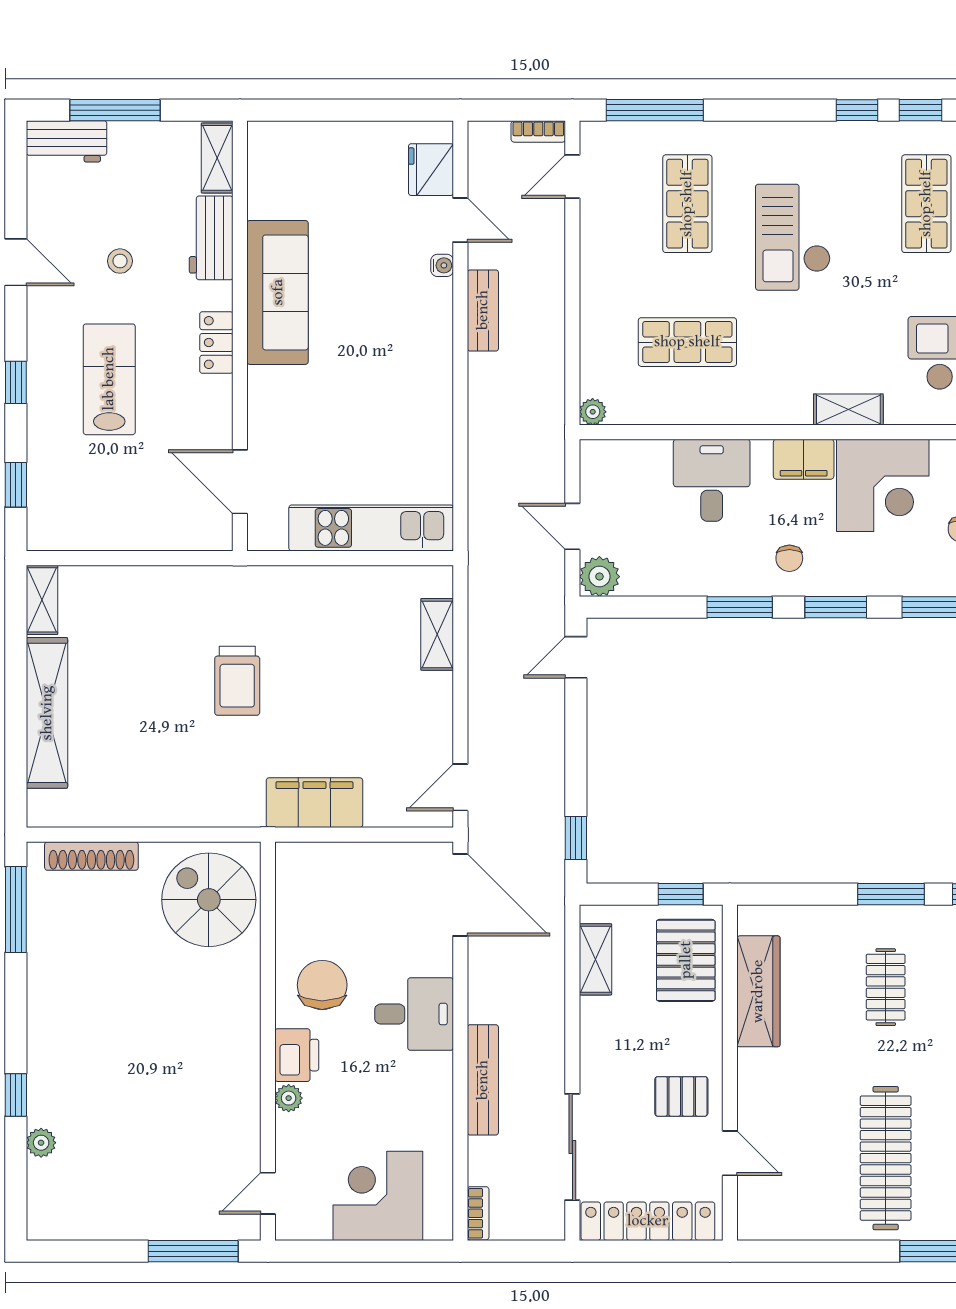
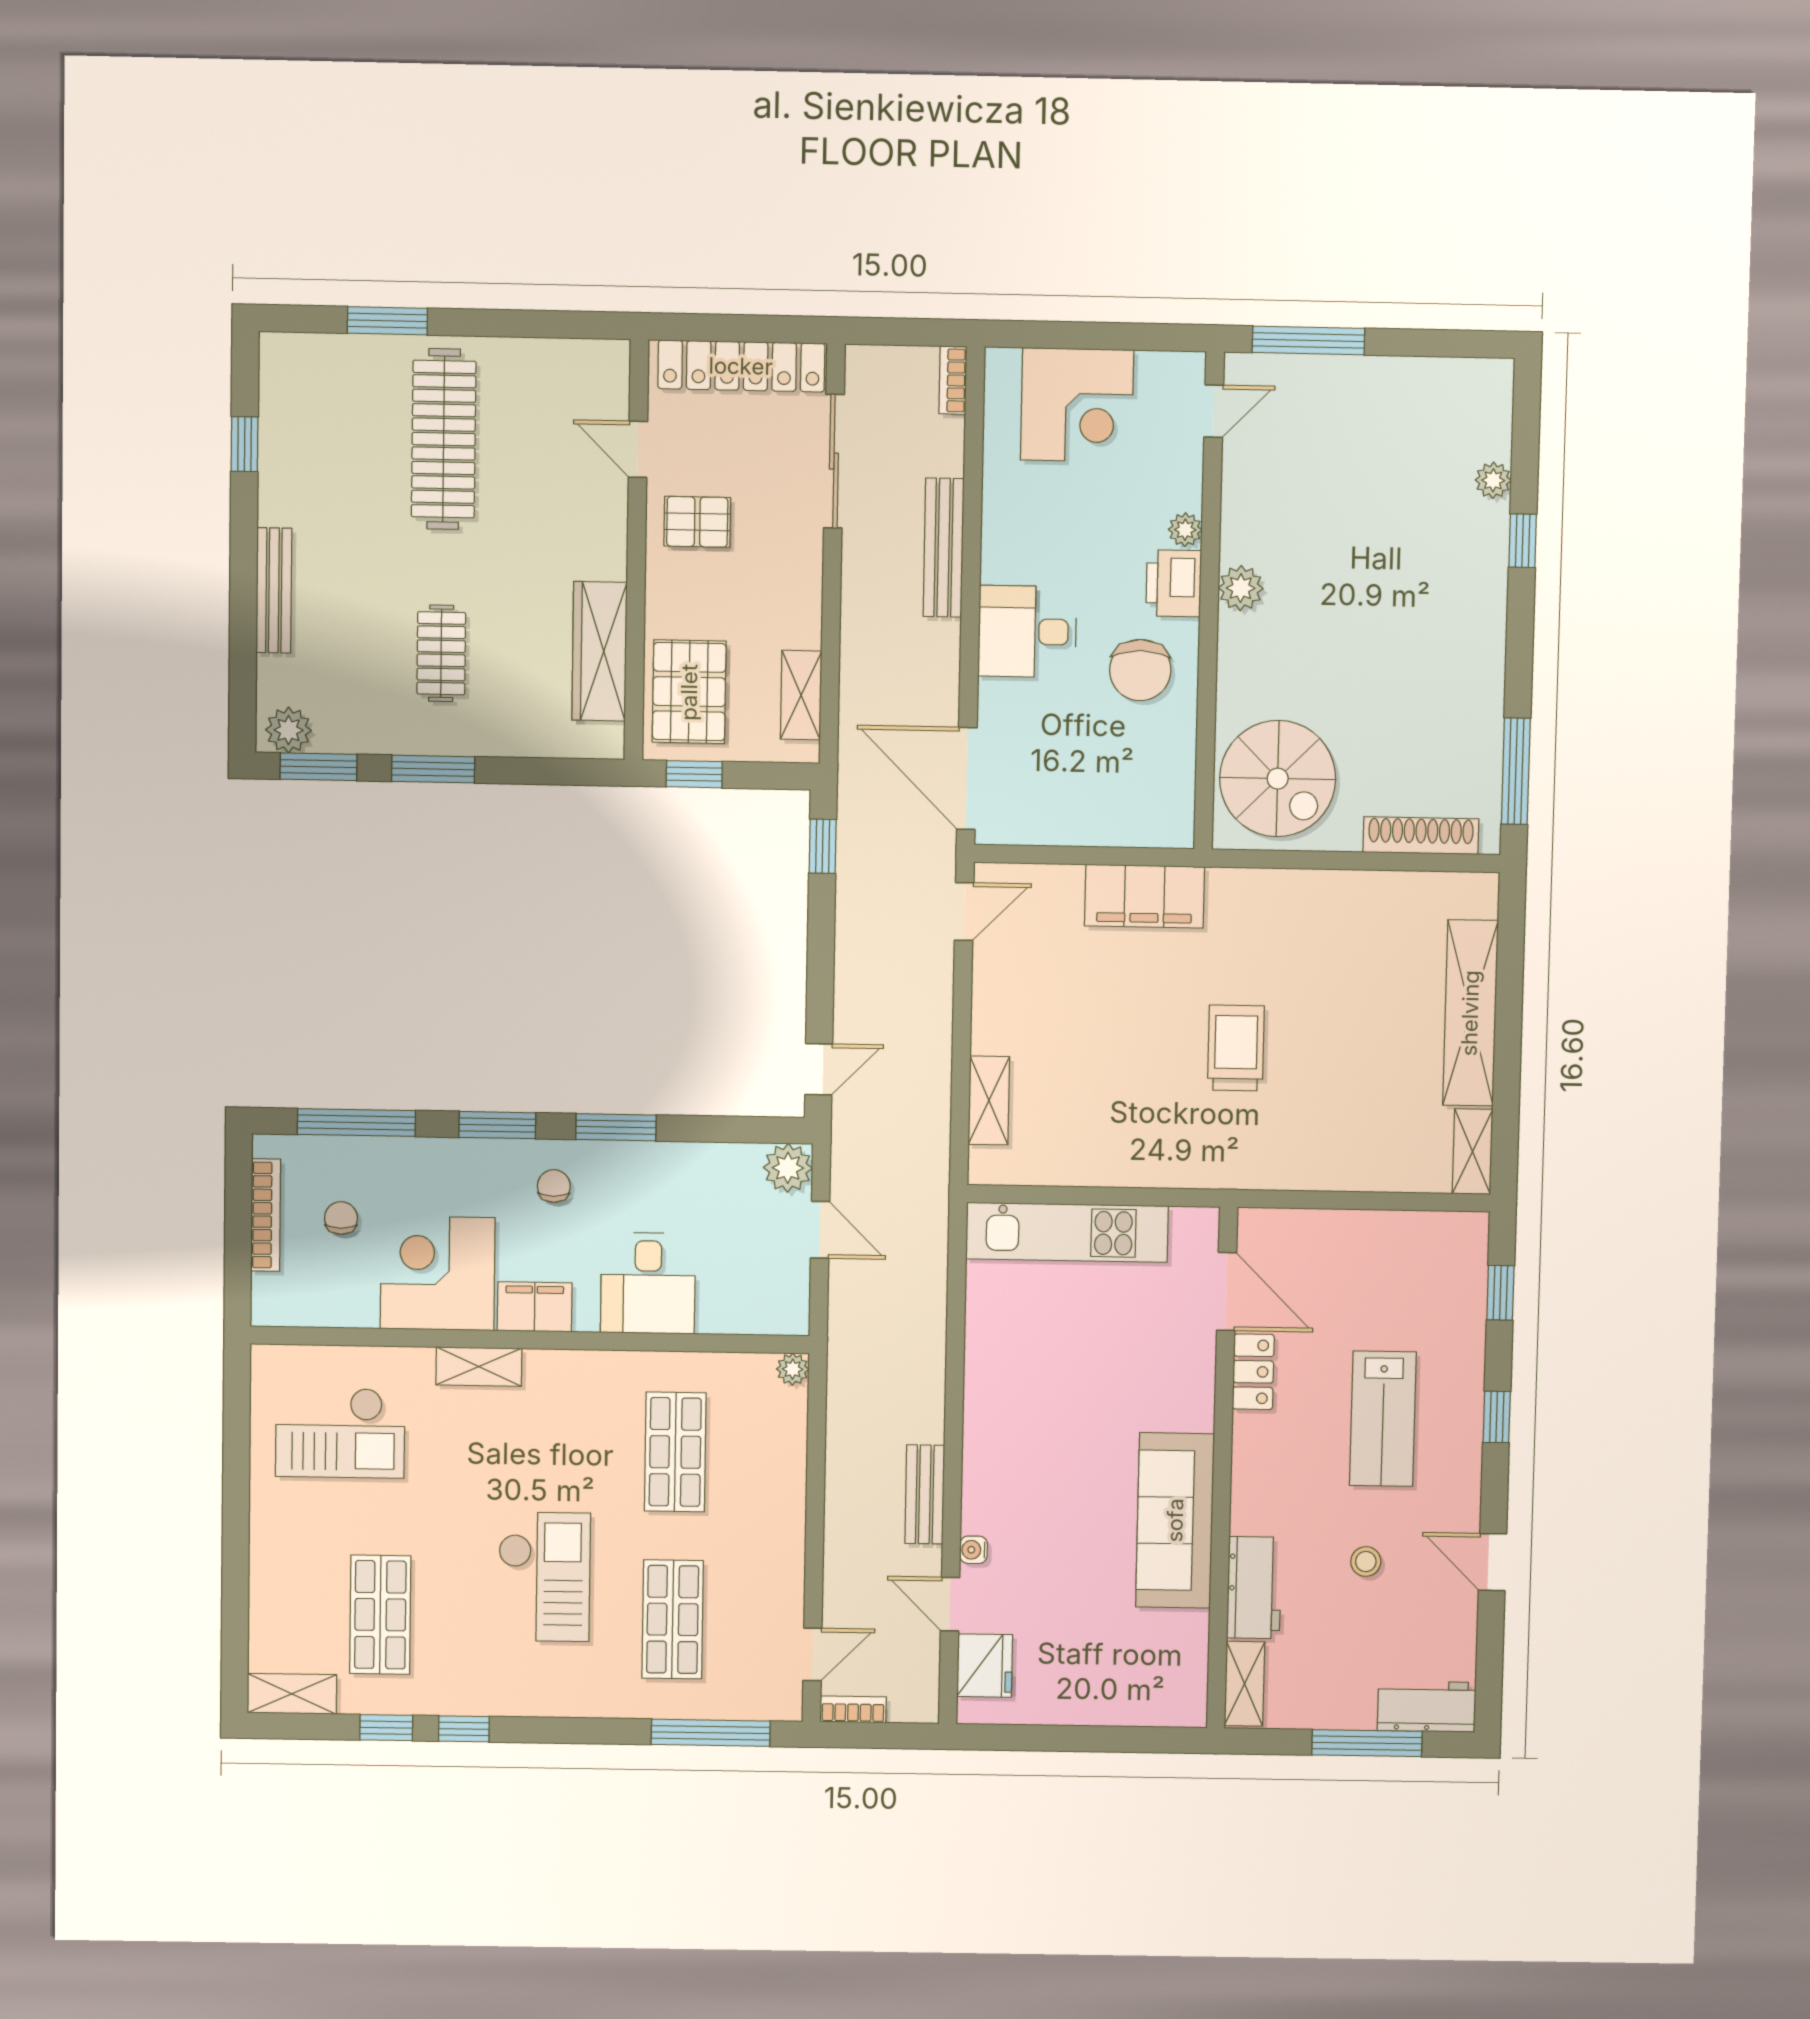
shop shelf: (687, 342) -> (675, 1452), turned 90
locker: (216, 343) -> (1253, 1372), moved
plant: (243, 1052) -> (1241, 588), added

